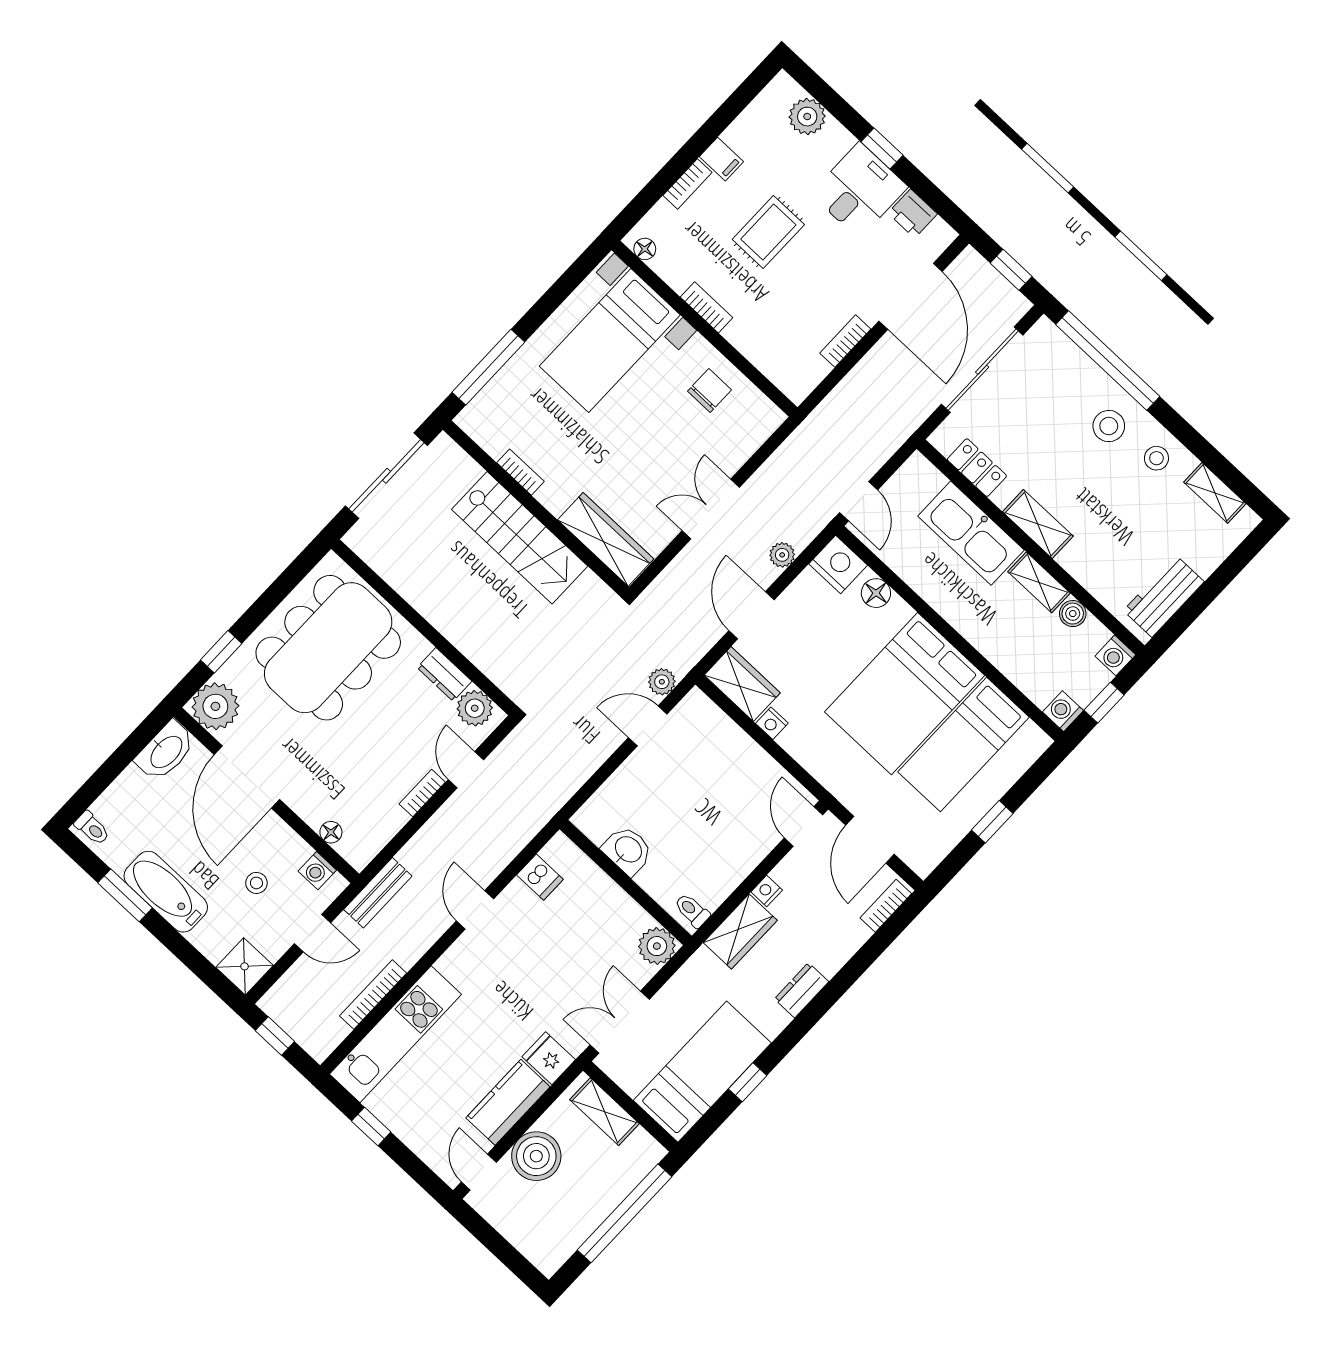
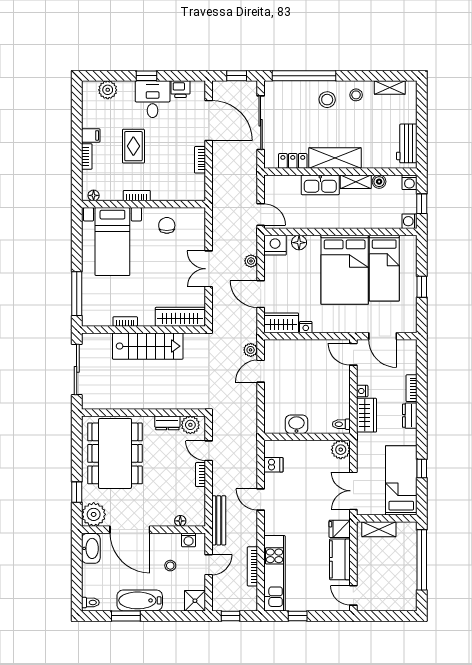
shelving: (1038, 524) -> (335, 158), width x1.50, depth x1.33
kitchen sink: (971, 533) -> (320, 185), width x0.73, depth x0.81
bench: (378, 893) -> (219, 520), width x1.36
bookcase: (886, 906) -> (411, 388), moved
boiler: (536, 1156) -> (369, 569), removed

